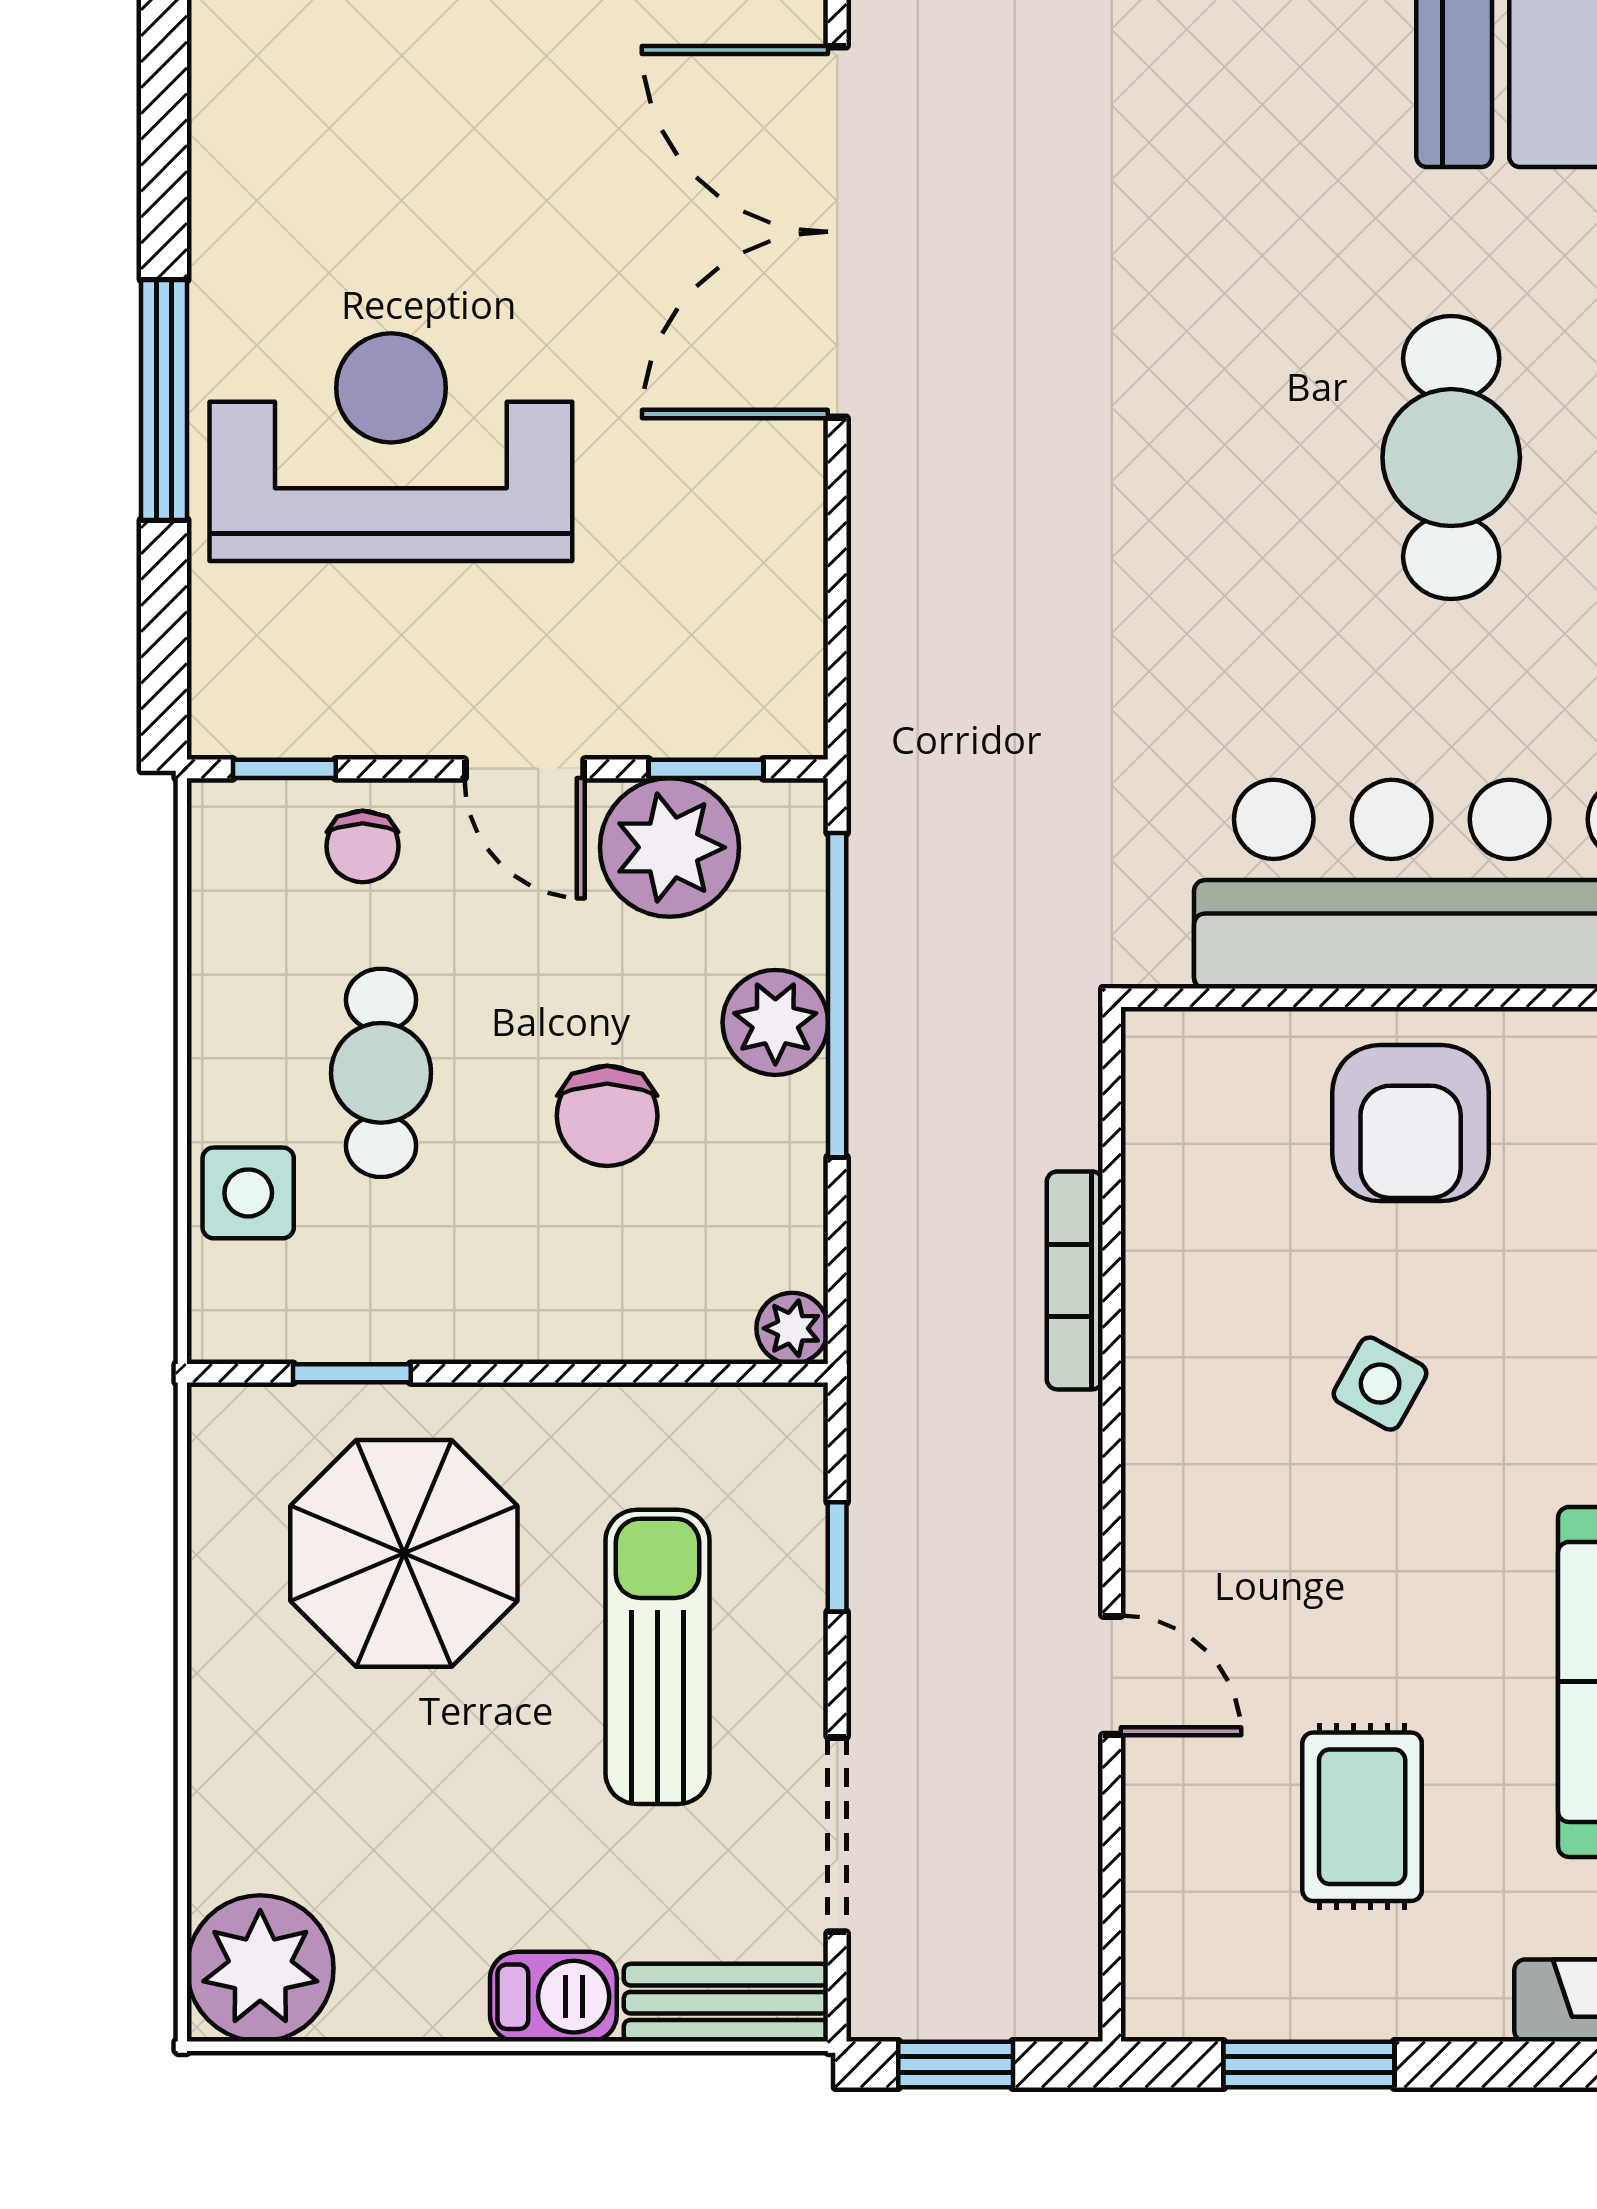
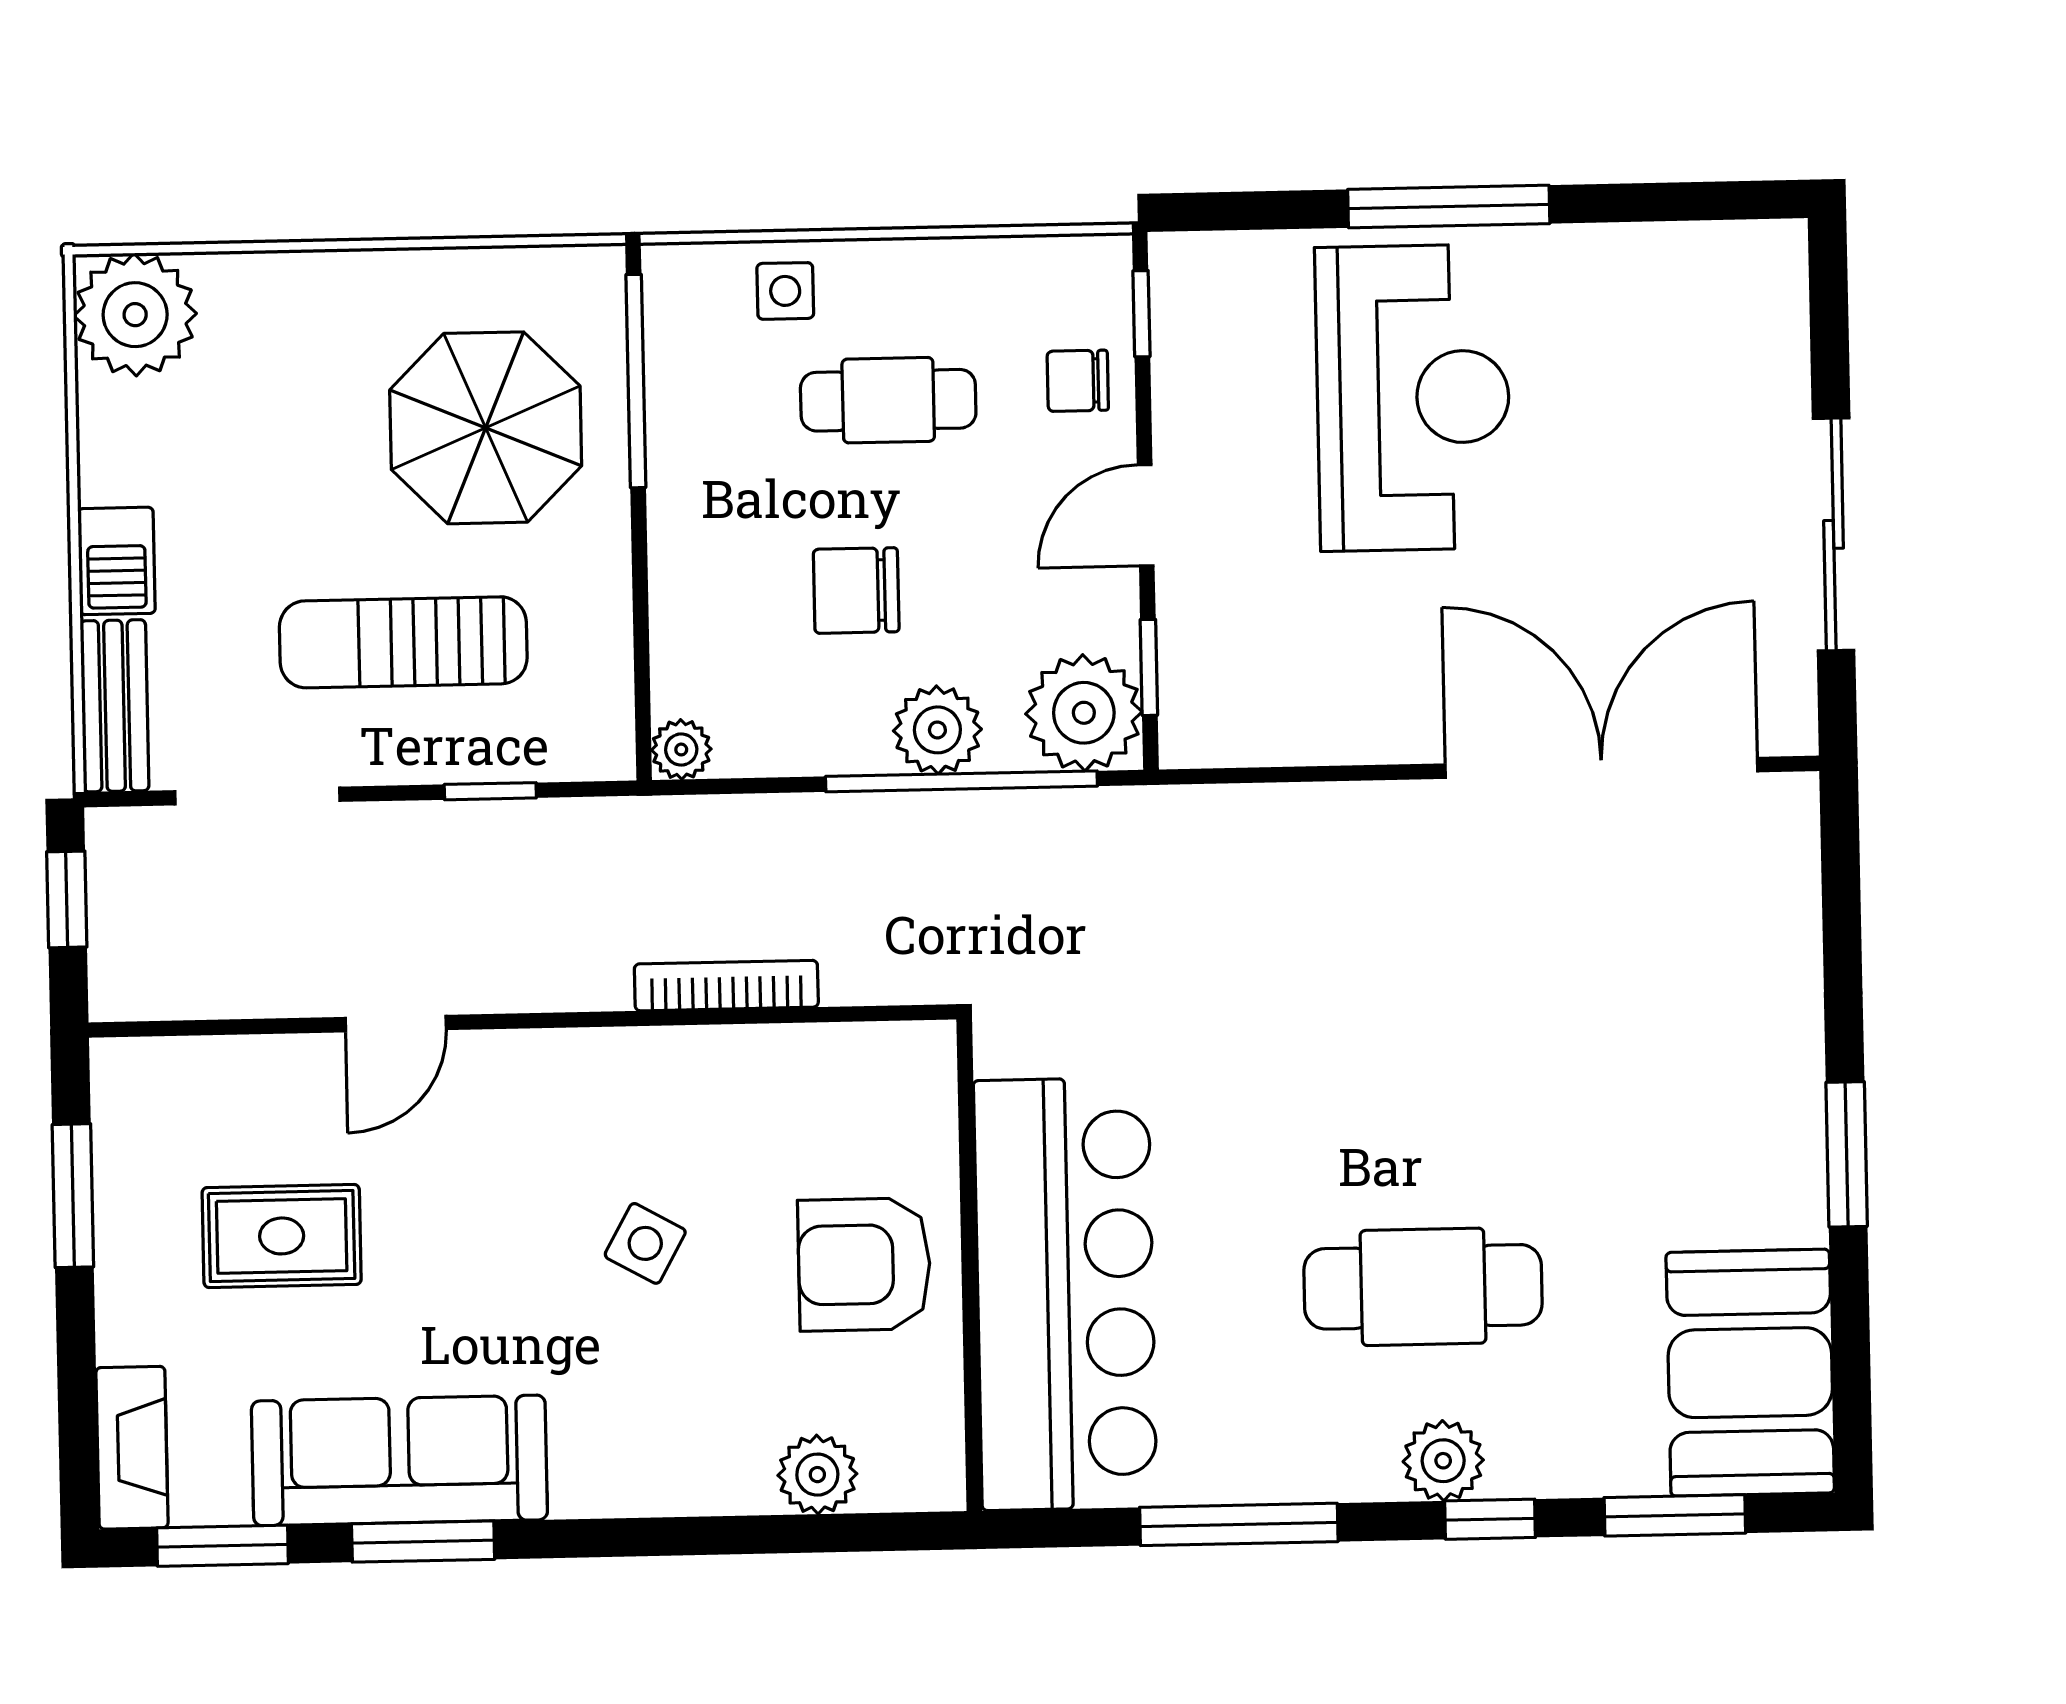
plant: (670, 847) -> (1084, 713), moved
side table: (248, 1193) -> (785, 291), width x0.73, depth x0.73
window: (352, 1373) -> (636, 381), width x2.17
sun lounger: (658, 1657) -> (403, 642), turned 180

